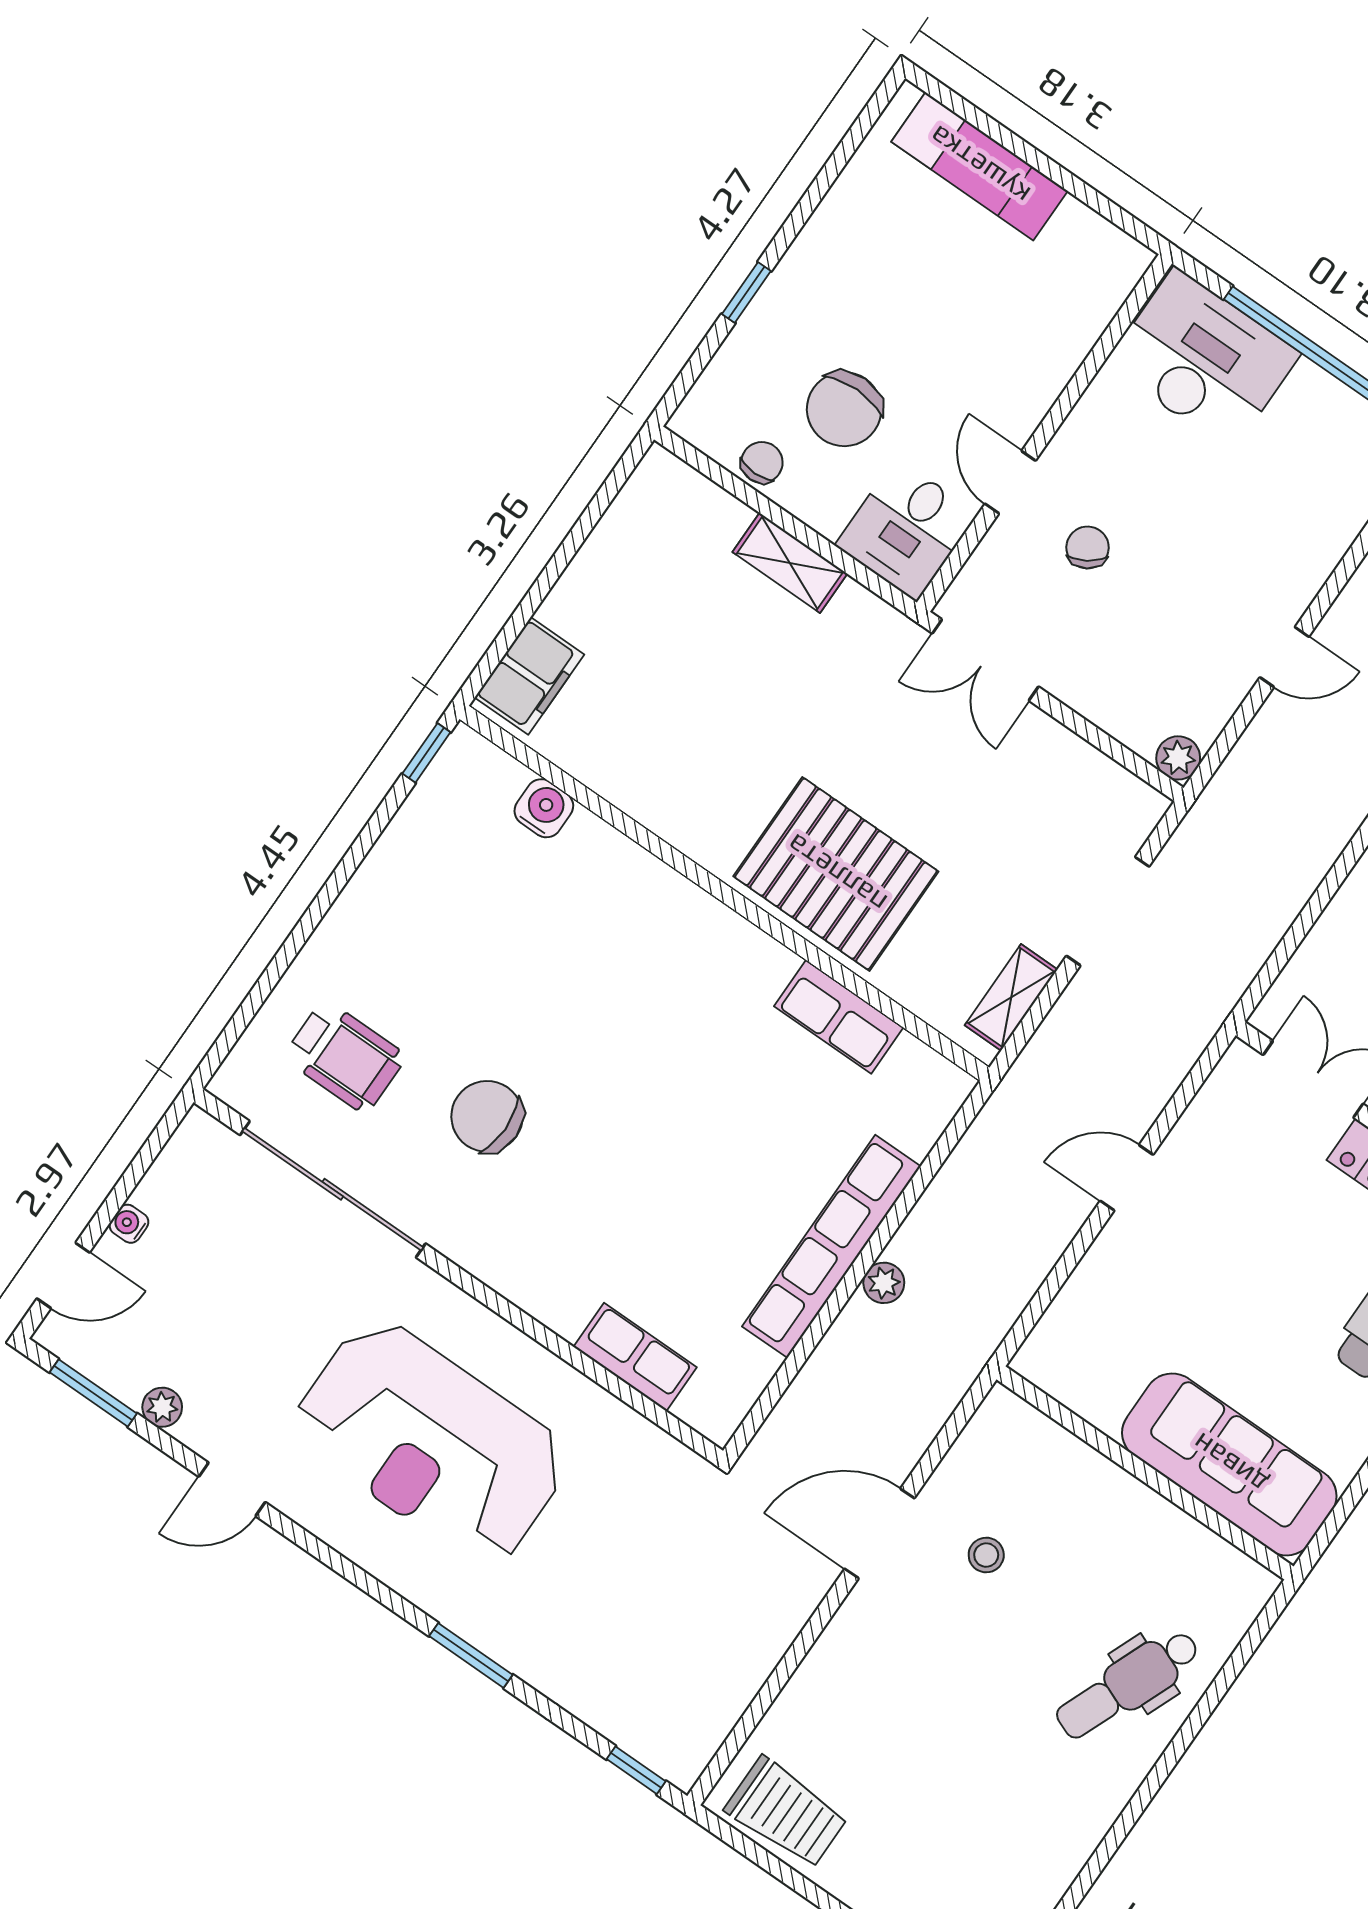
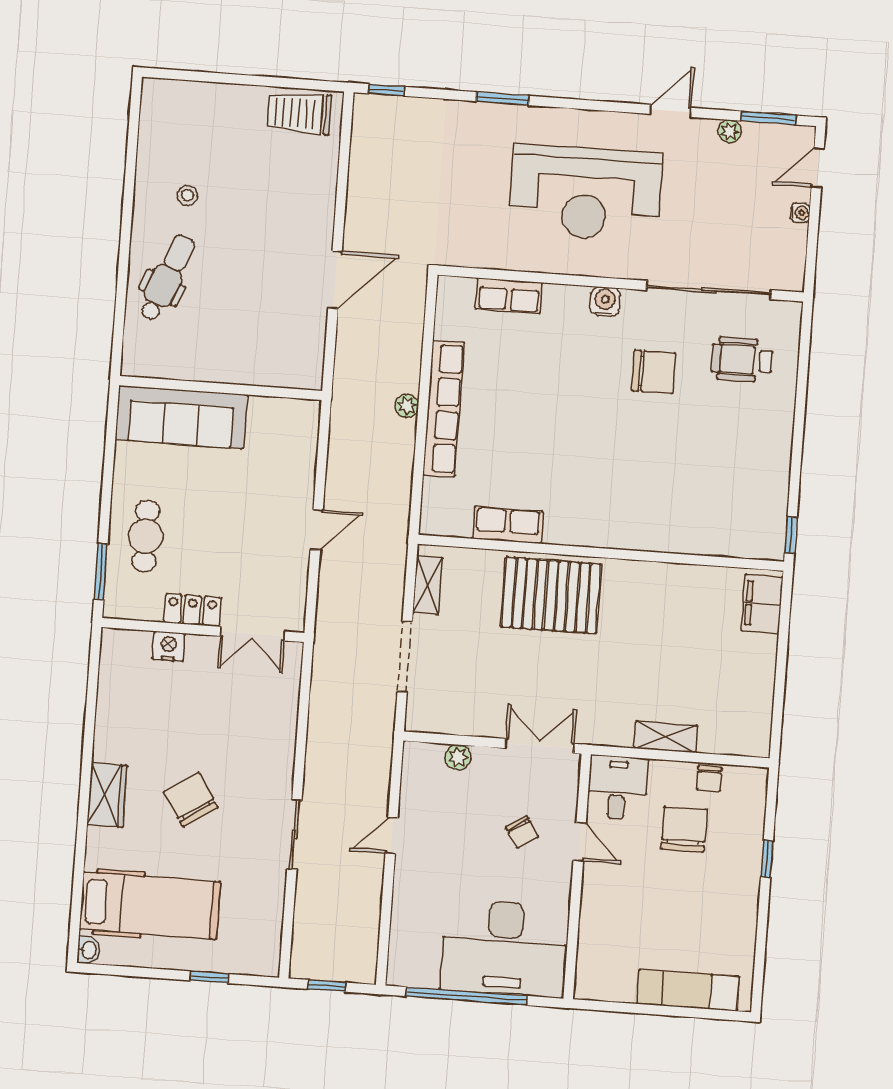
desk: (1203, 359) -> (504, 948), width x1.36, depth x1.30
plant: (1178, 758) -> (458, 757), moved
water cooler: (544, 808) -> (605, 302), moved, turned 180
reception desk: (431, 1442) -> (585, 193), turned 180
stool: (986, 1555) -> (187, 195), moved

